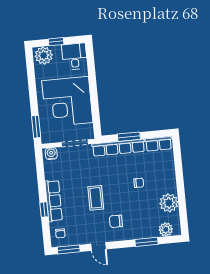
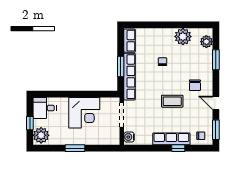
corner desk: (67, 102) -> (84, 113), width x0.74, depth x0.74
window: (36, 127) -> (75, 148), moved
door: (98, 247) -> (216, 103), swing flipped

